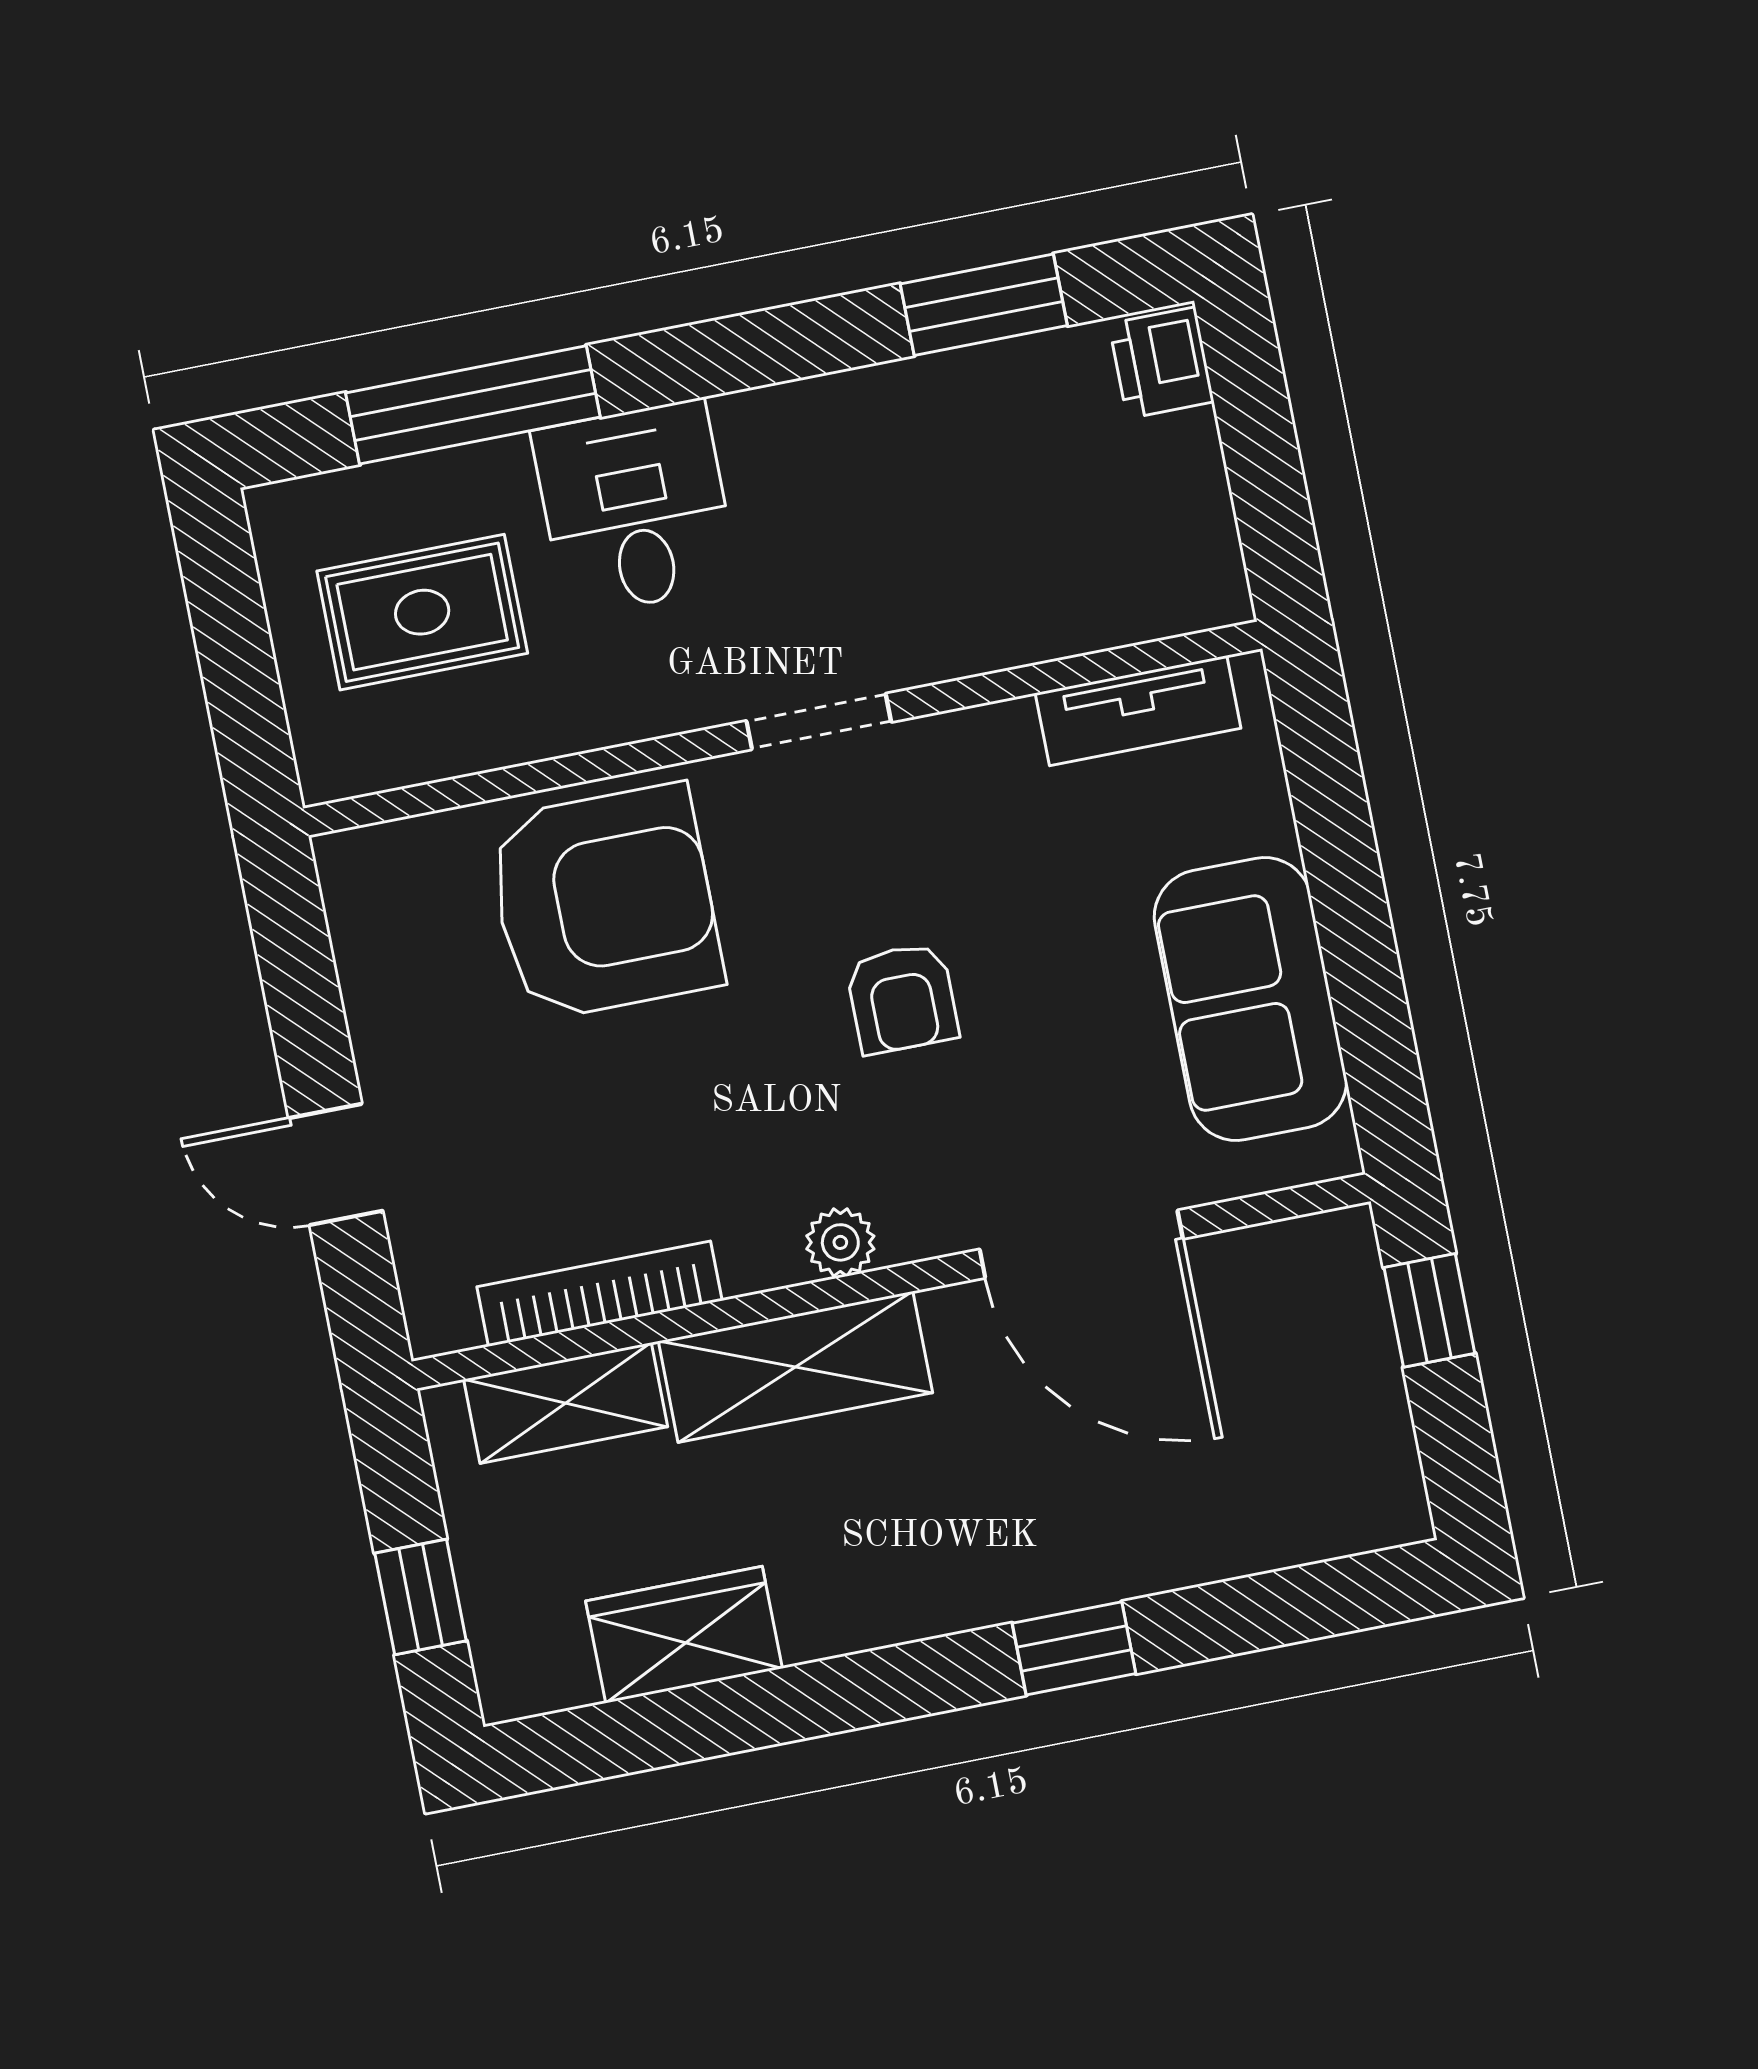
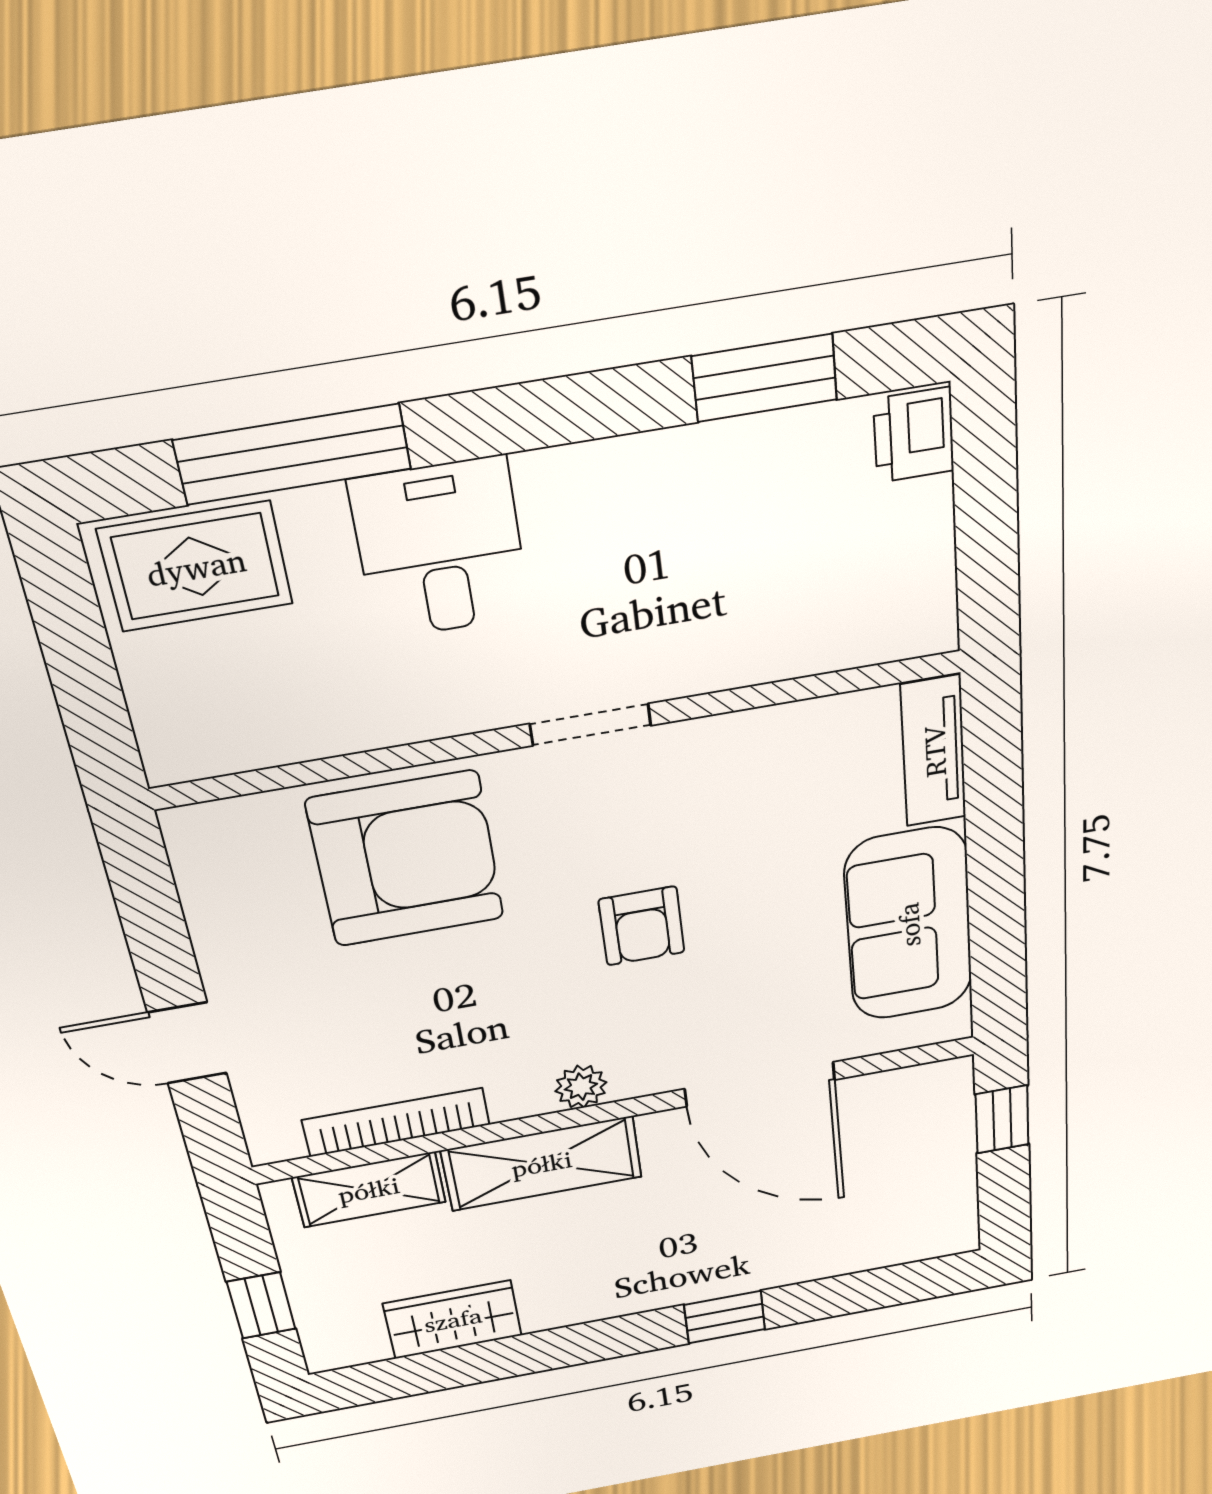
rug: (422, 612) -> (196, 567), moved
tv unit: (1138, 711) -> (934, 751), moved, turned 90

